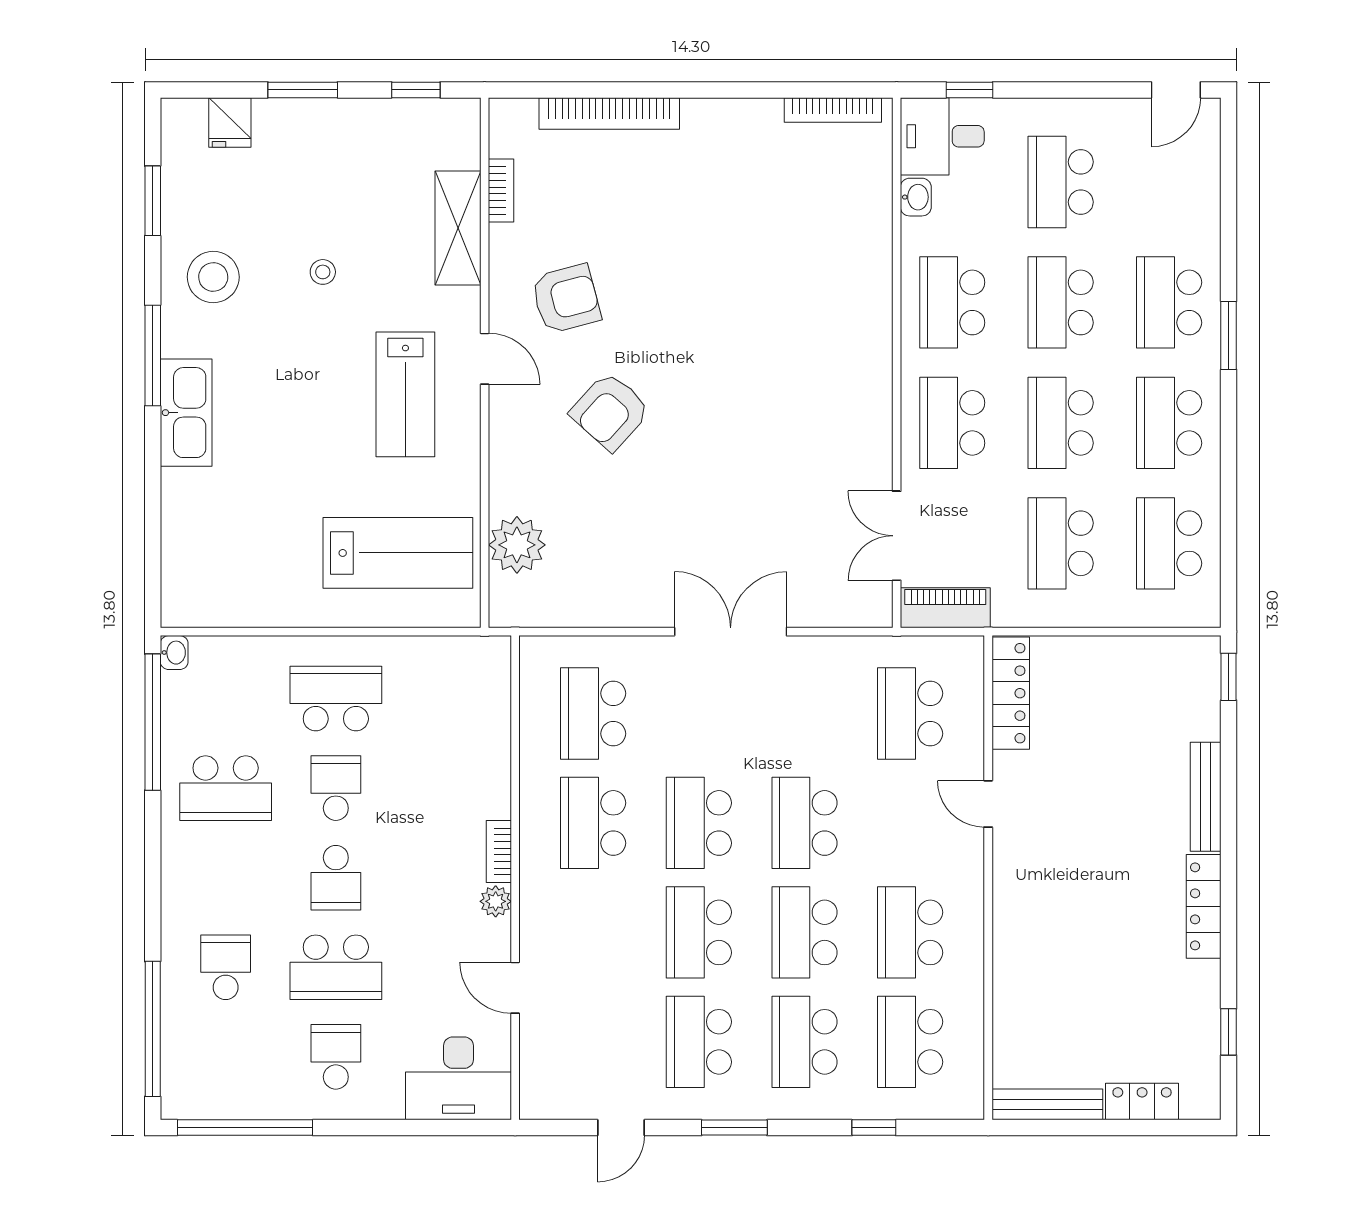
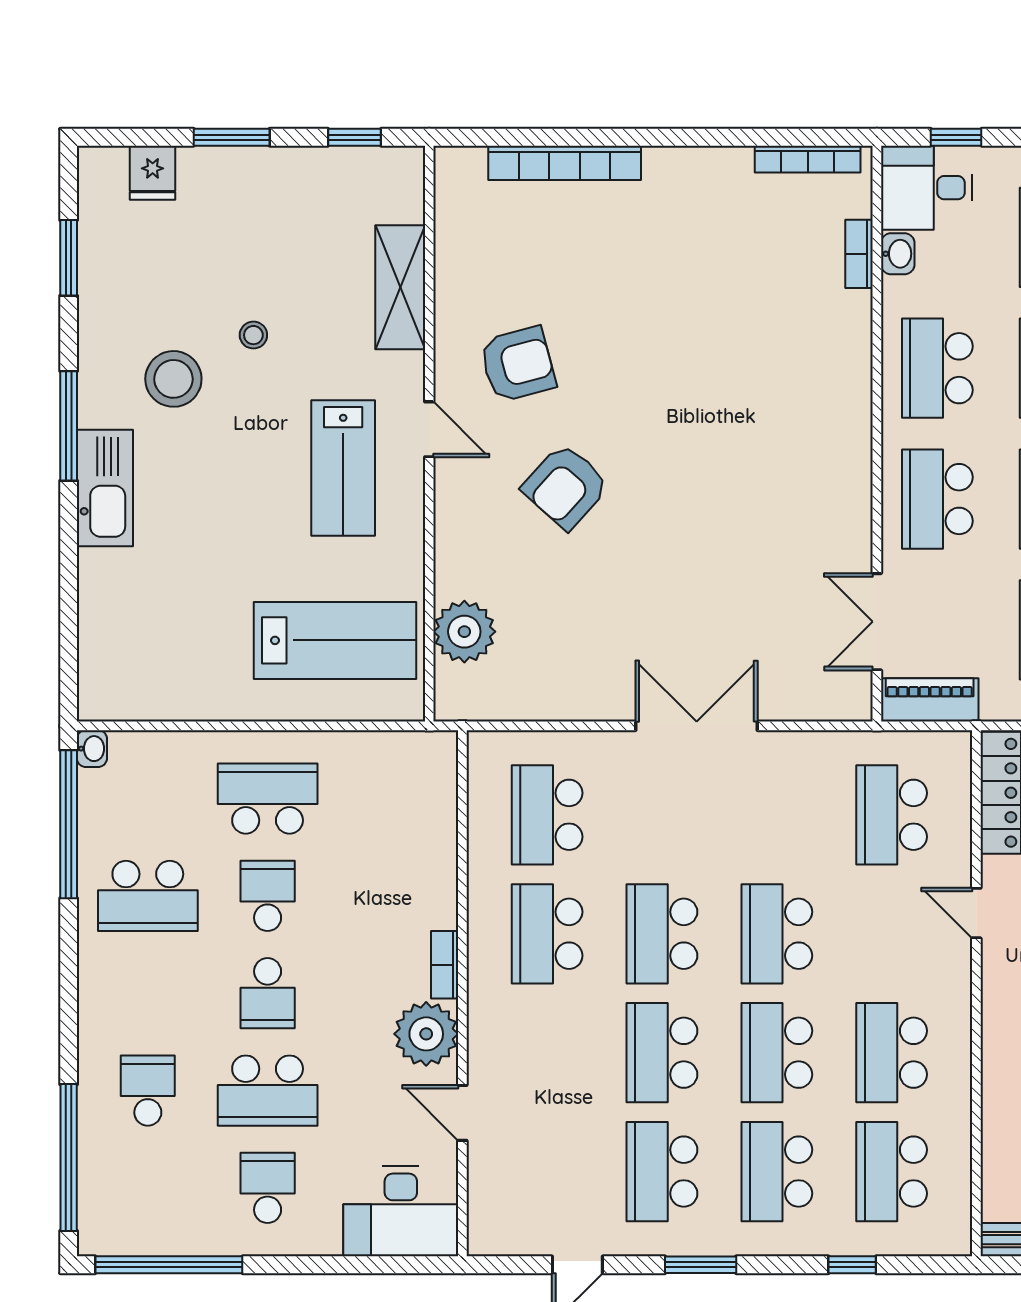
bookcase: (501, 191) -> (859, 254), moved, turned 180
stool: (213, 277) -> (173, 379), moved
plant: (496, 901) -> (426, 1034), width x1.88, depth x1.88

